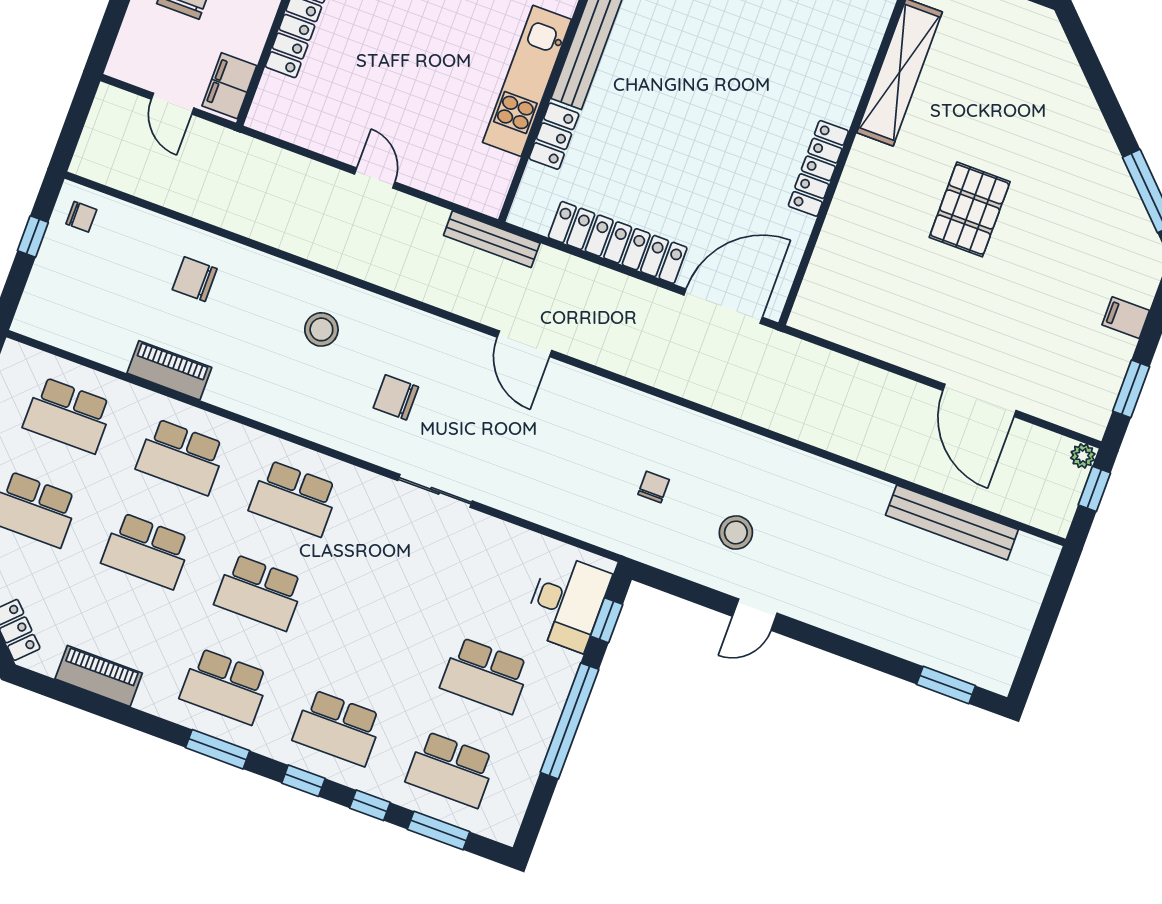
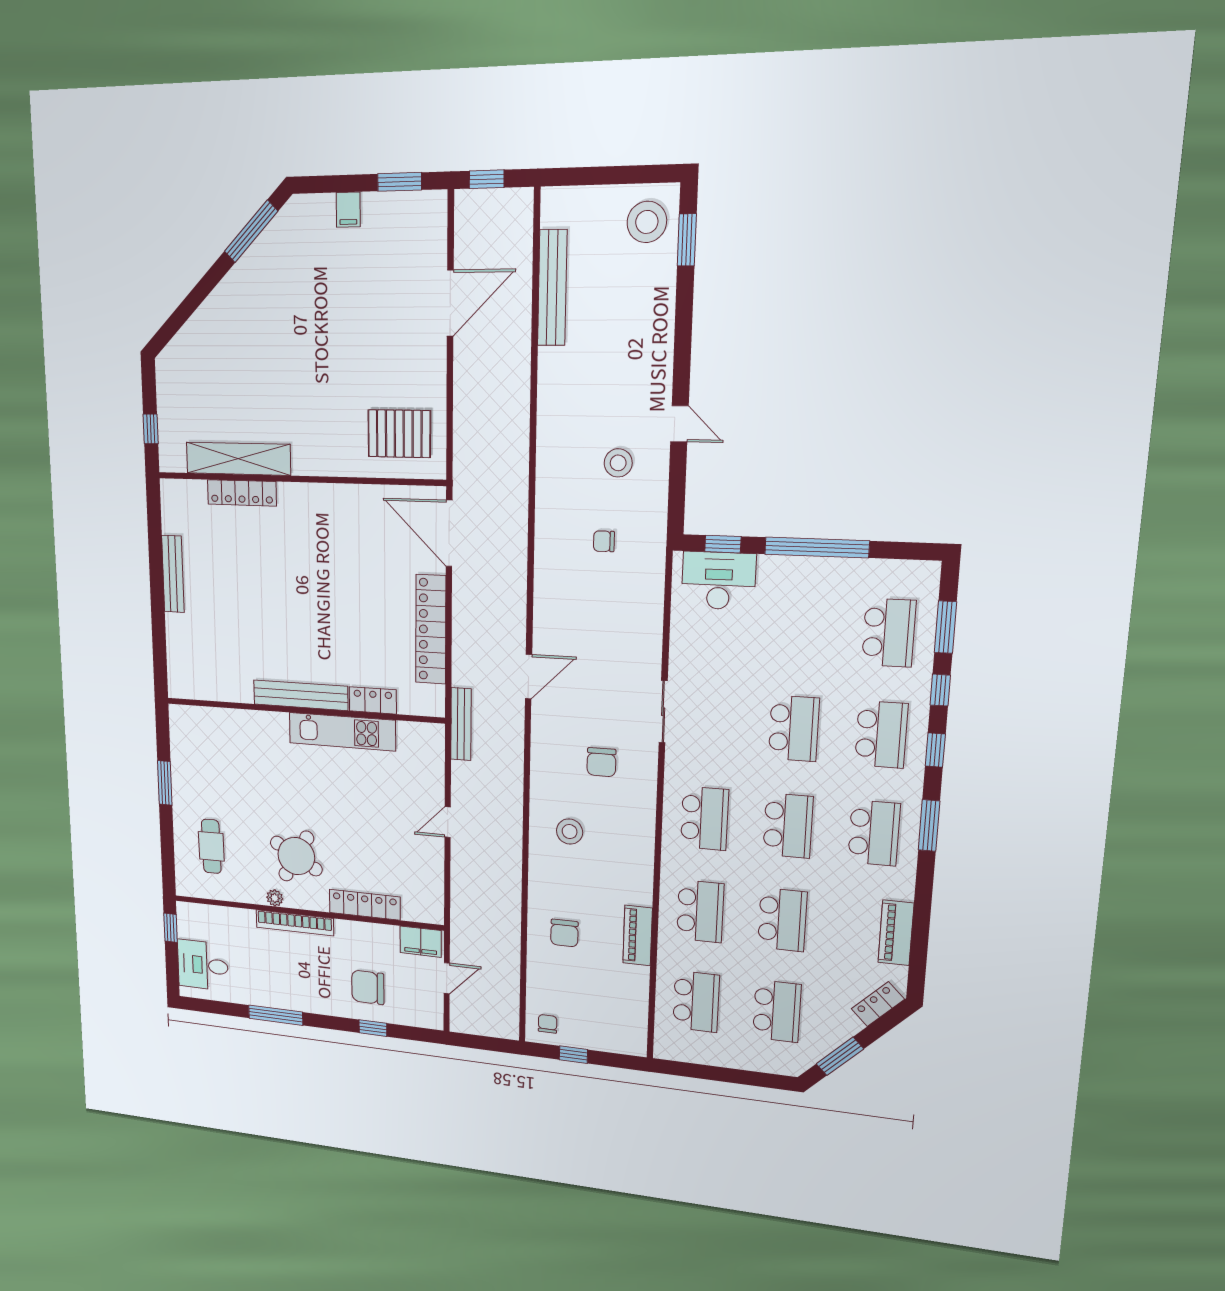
locker: (818, 168) -> (242, 493), moved
pallet: (970, 209) -> (399, 434), moved
plant: (1083, 456) -> (464, 200), removed
stool: (981, 649) -> (647, 222), added
school desk: (485, 675) -> (794, 728), moved

